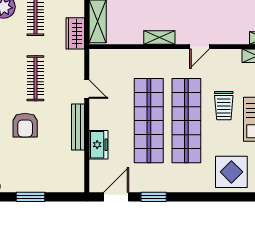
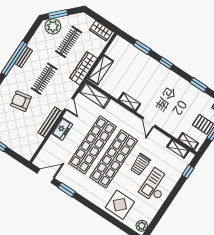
wardrobe: (75, 33) -> (83, 68), width x1.50
door: (200, 47) -> (149, 122), hinge flipped
shelving: (111, 58) -> (95, 95), added
armchair: (25, 125) -> (21, 101), turned 79
freezer: (98, 145) -> (62, 129), moved

